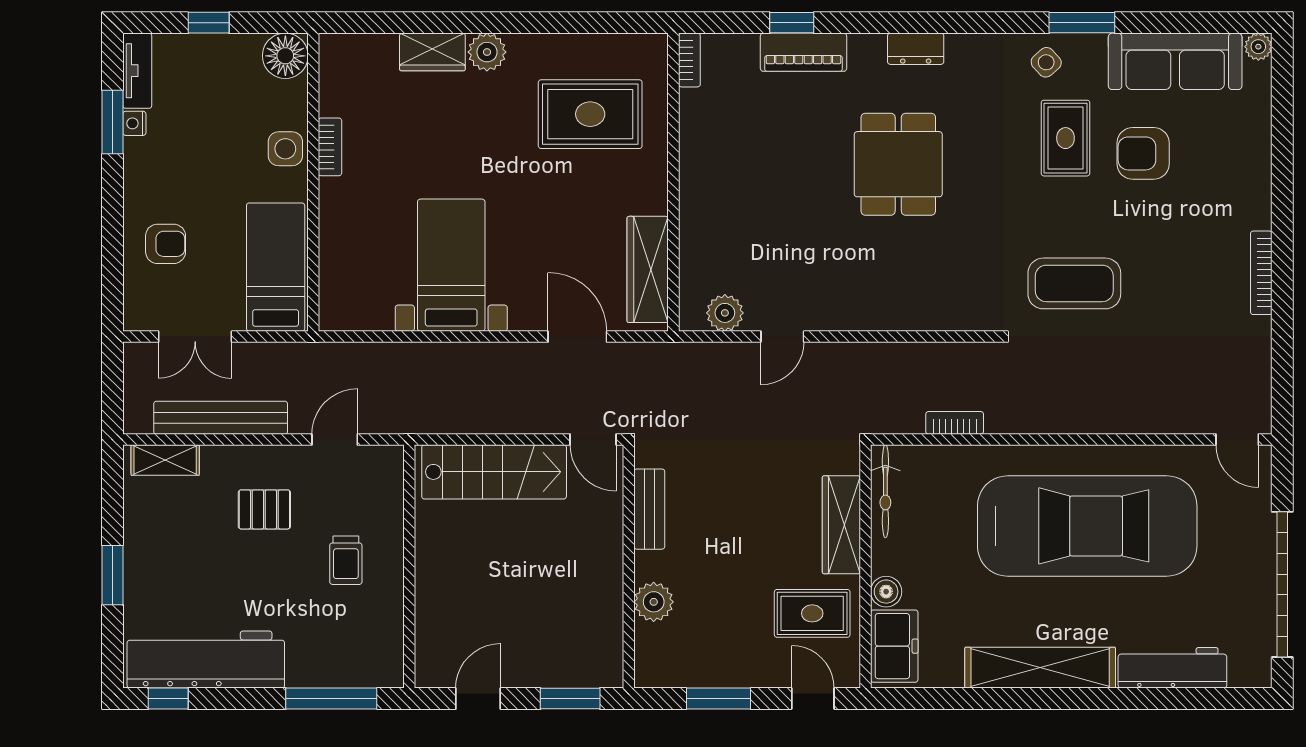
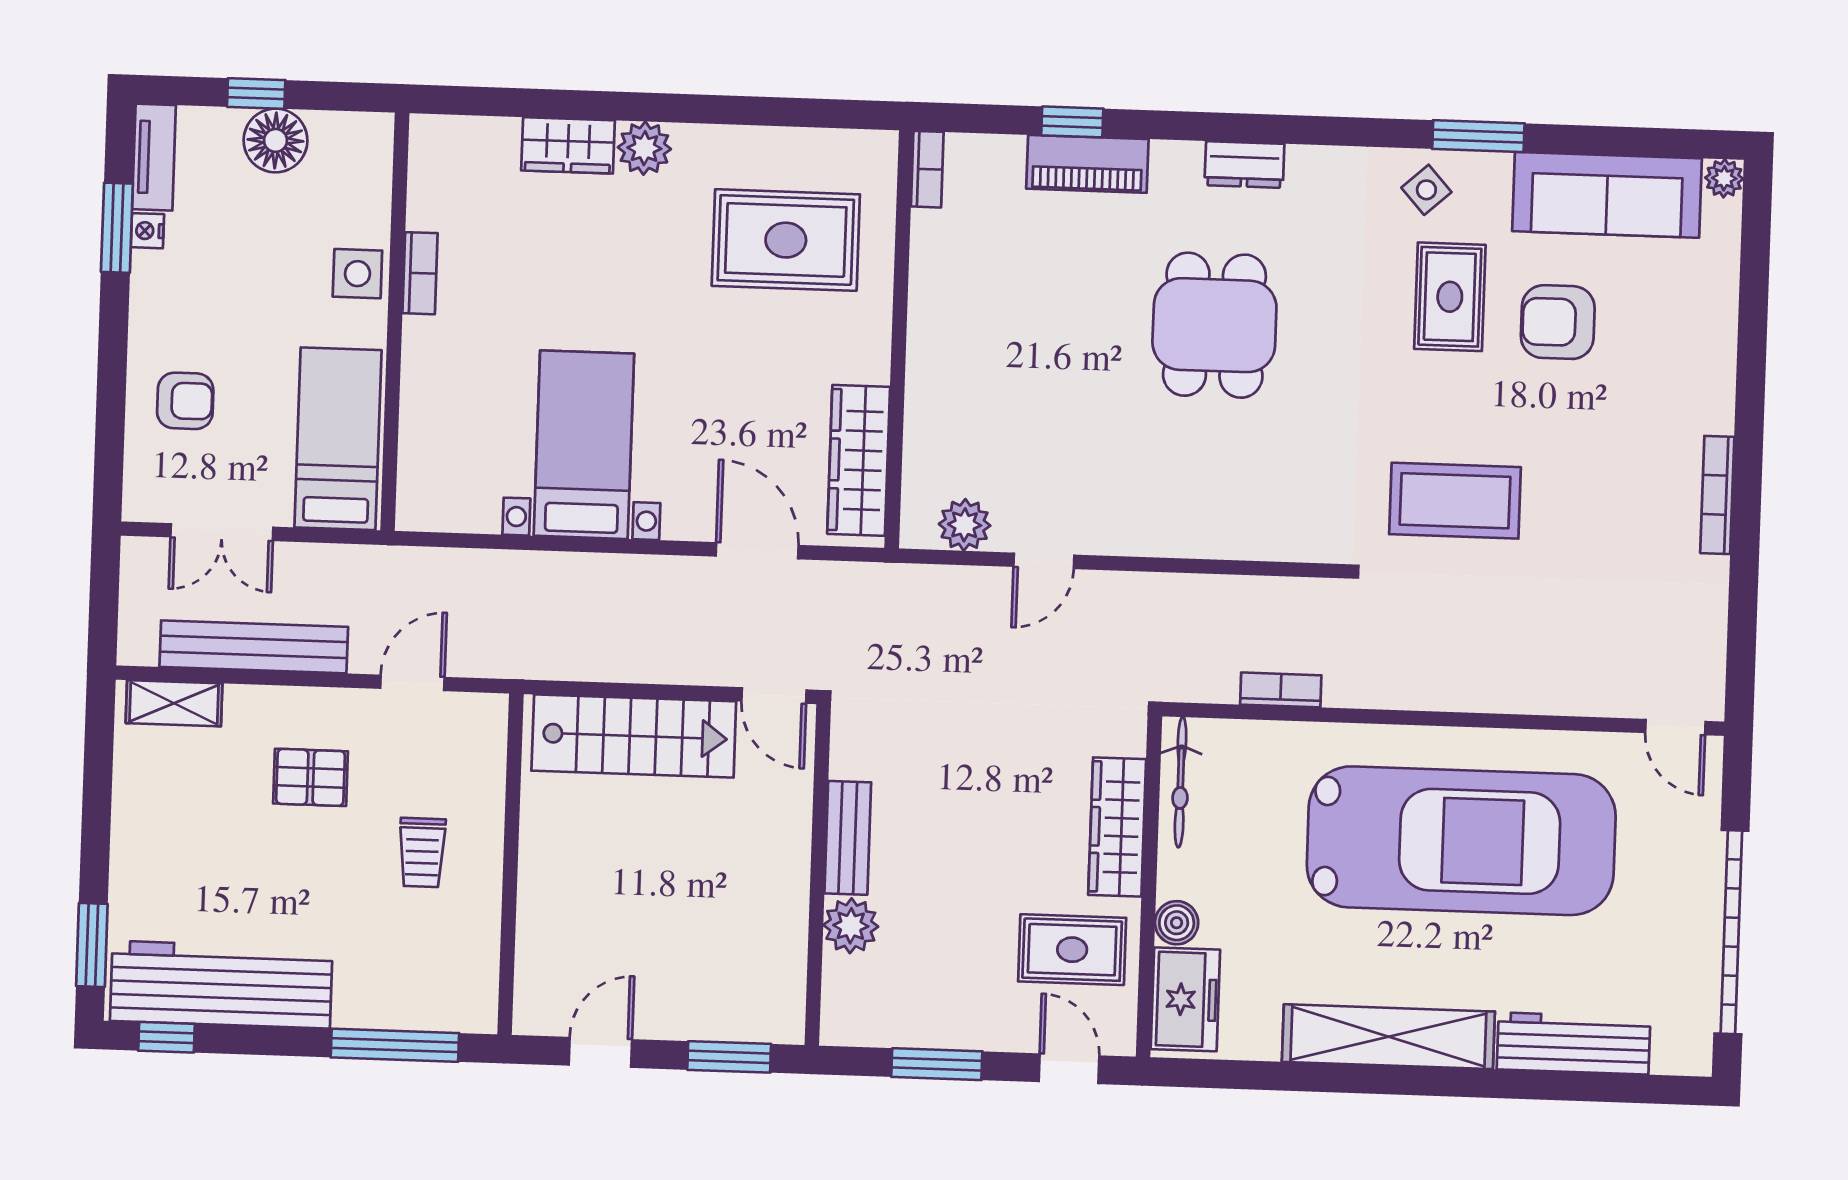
floor lamp: (285, 56) -> (275, 140), moved
bench: (649, 509) -> (848, 838), moved
window: (113, 575) -> (92, 945), moved

